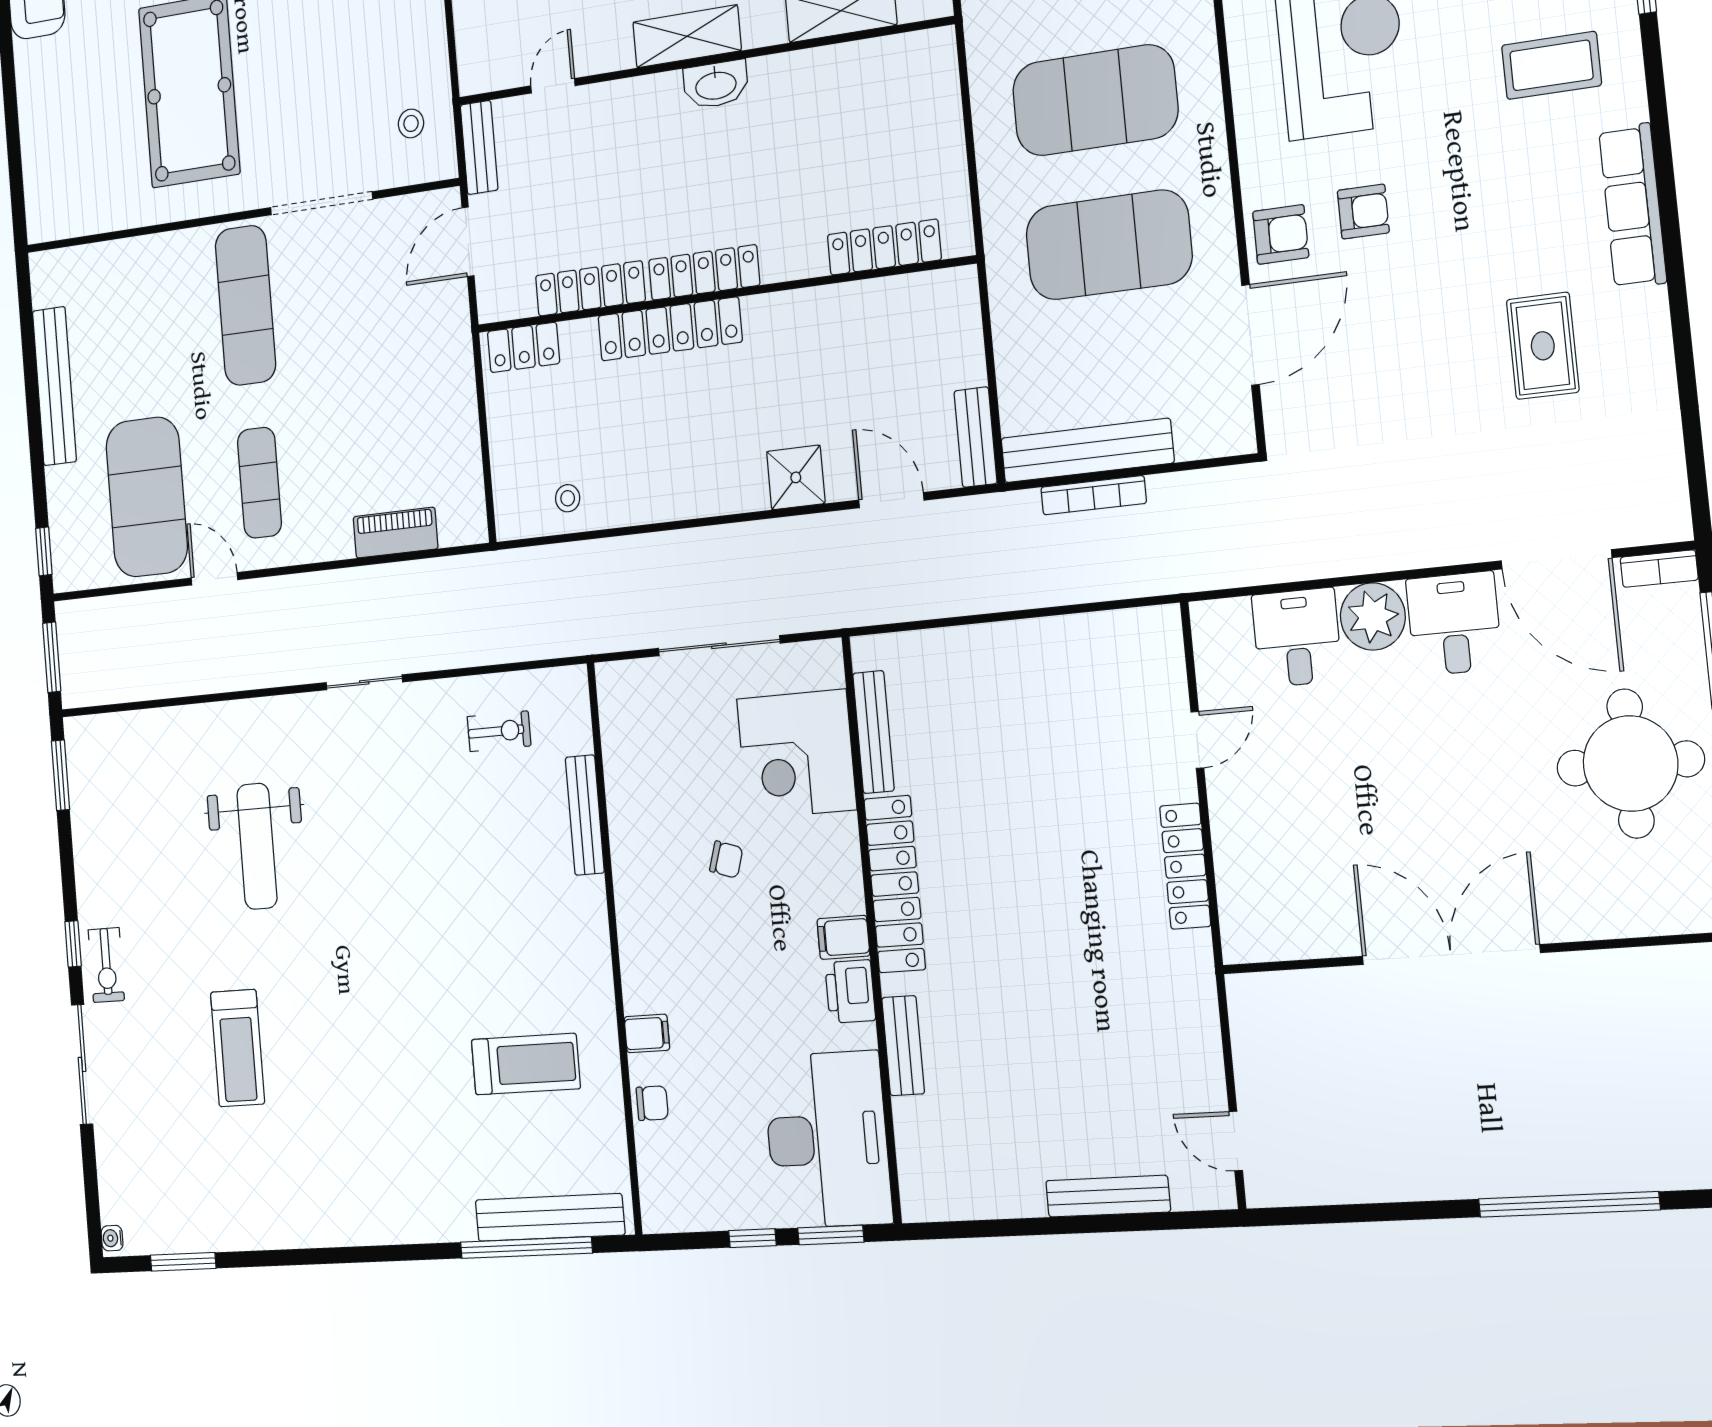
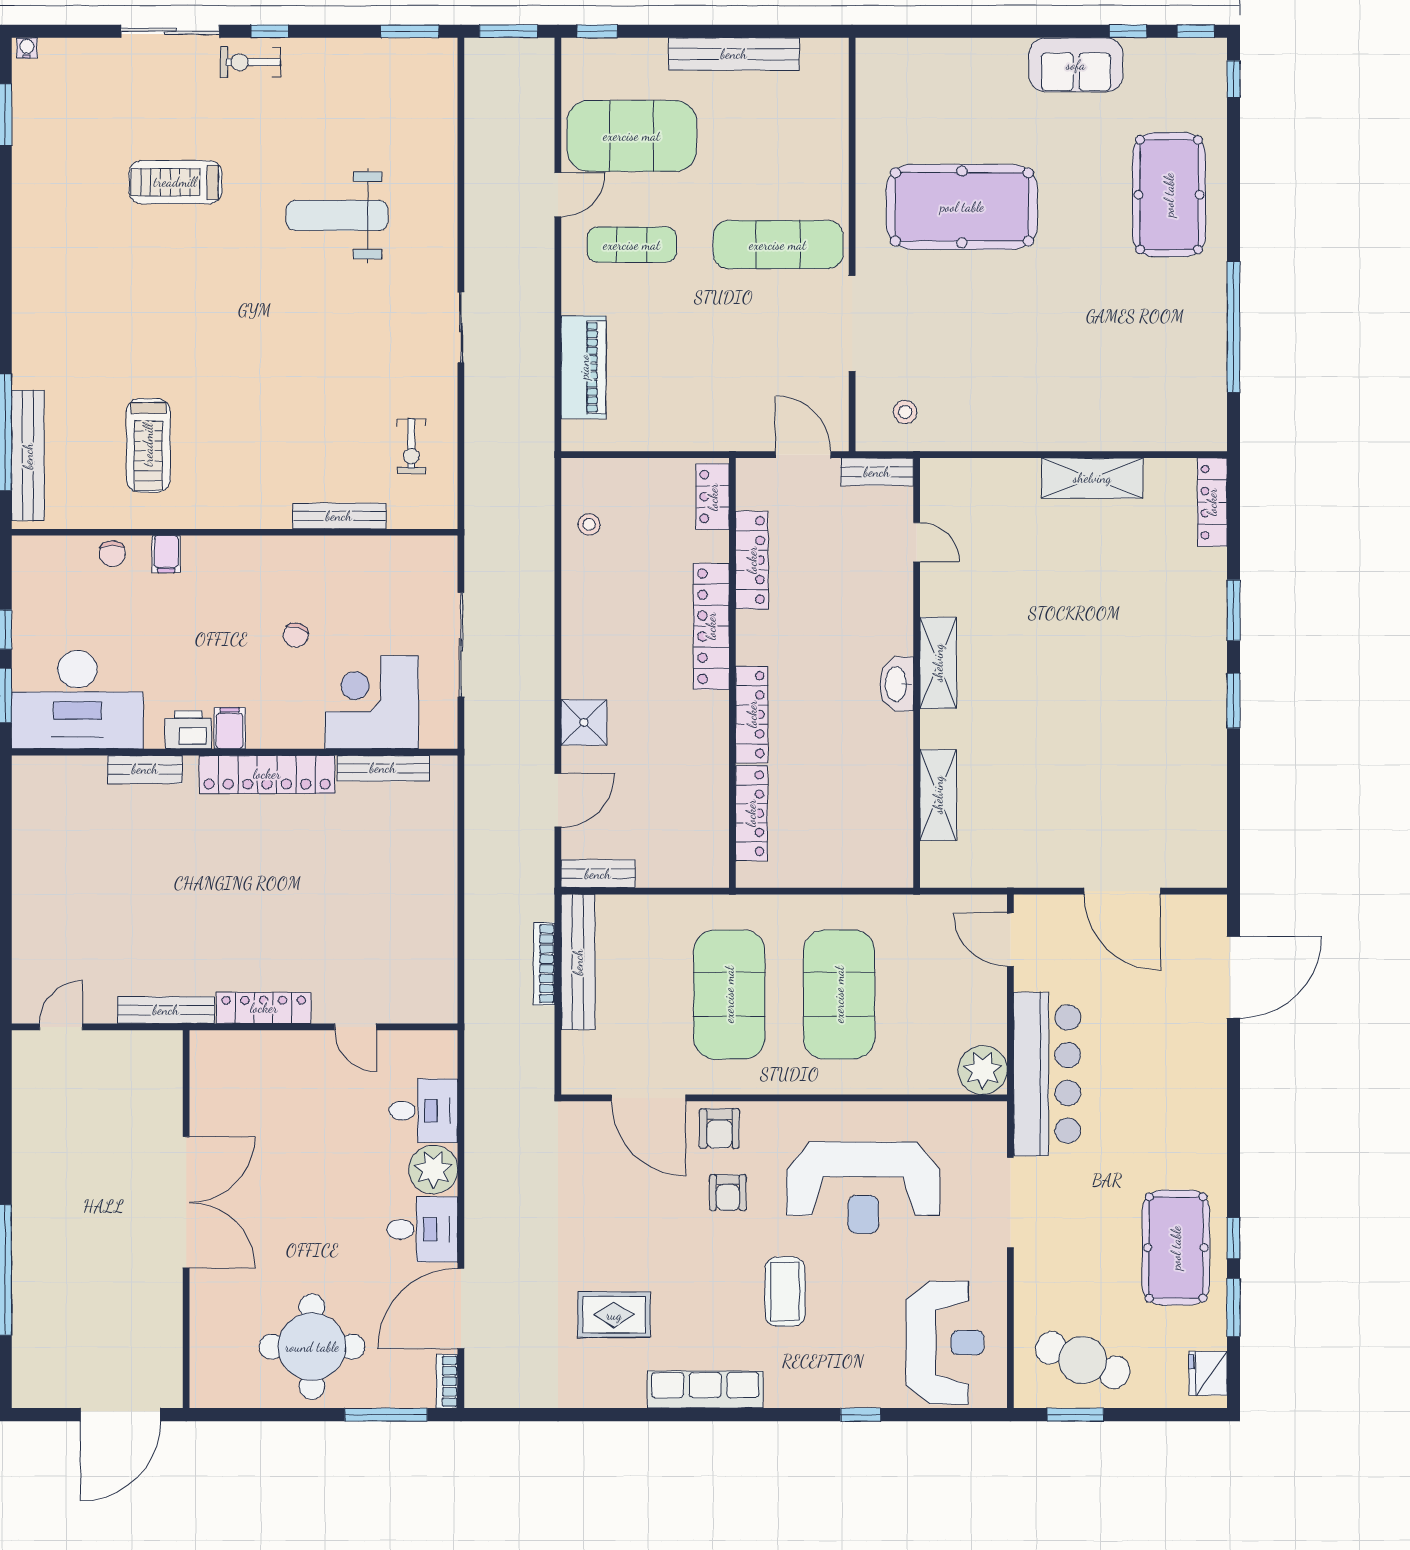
coffee table: (1551, 65) -> (785, 1292), moved
locker: (704, 272) -> (752, 714), moved
piano: (395, 533) -> (584, 367), width x1.37, depth x1.33
bench: (1108, 1196) -> (166, 1010), moved, turned 90

